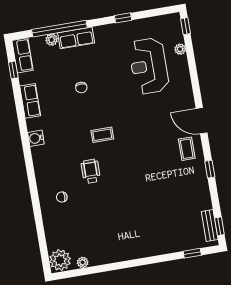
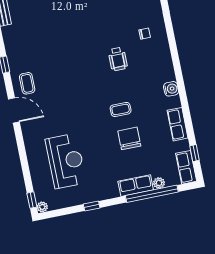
plant: (180, 49) -> (42, 207), moved
chair: (81, 87) -> (129, 138), width x1.87, depth x1.87
coffee table: (102, 135) -> (121, 109), moved

